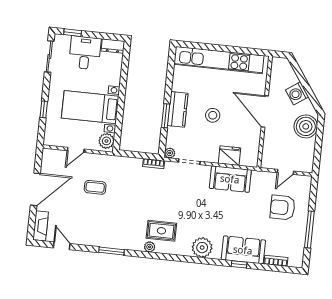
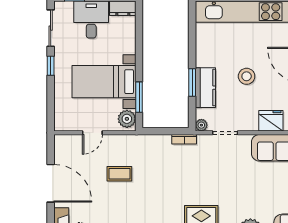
window: (44, 109) -> (51, 66), moved
kitchen counter: (178, 109) -> (205, 88), moved
window: (119, 123) -> (139, 97), added
door: (35, 189) -> (51, 183), hinge flipped

